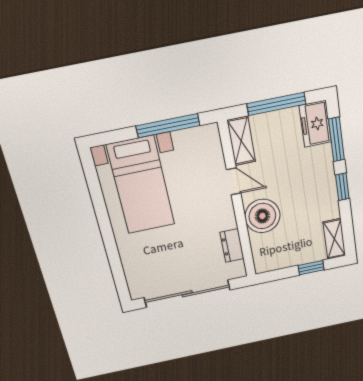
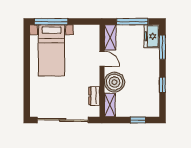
window: (168, 126) -> (51, 22), moved
window: (342, 187) -> (162, 85), moved
shelving: (334, 239) -> (110, 105), moved

